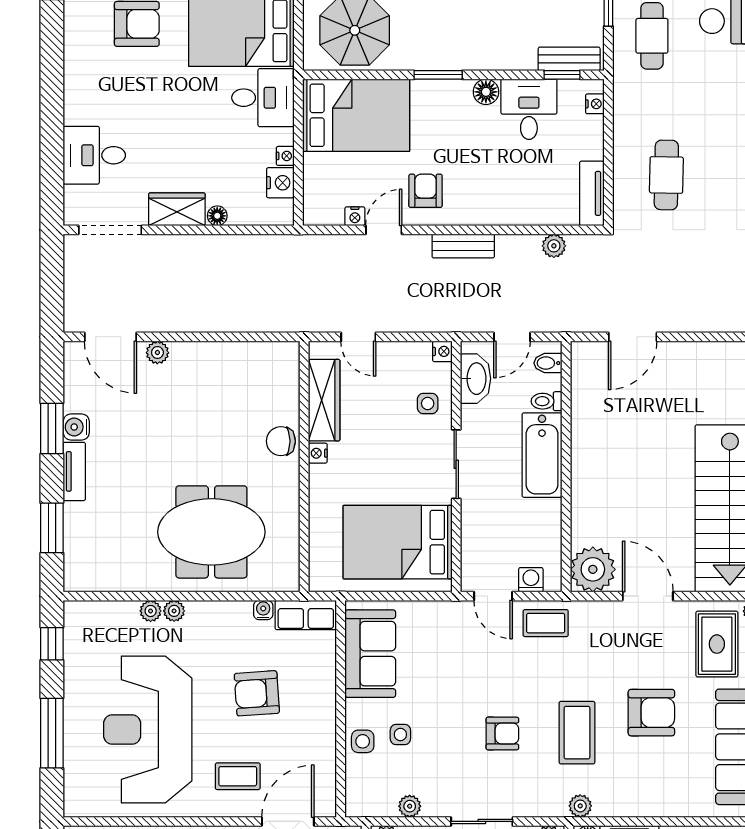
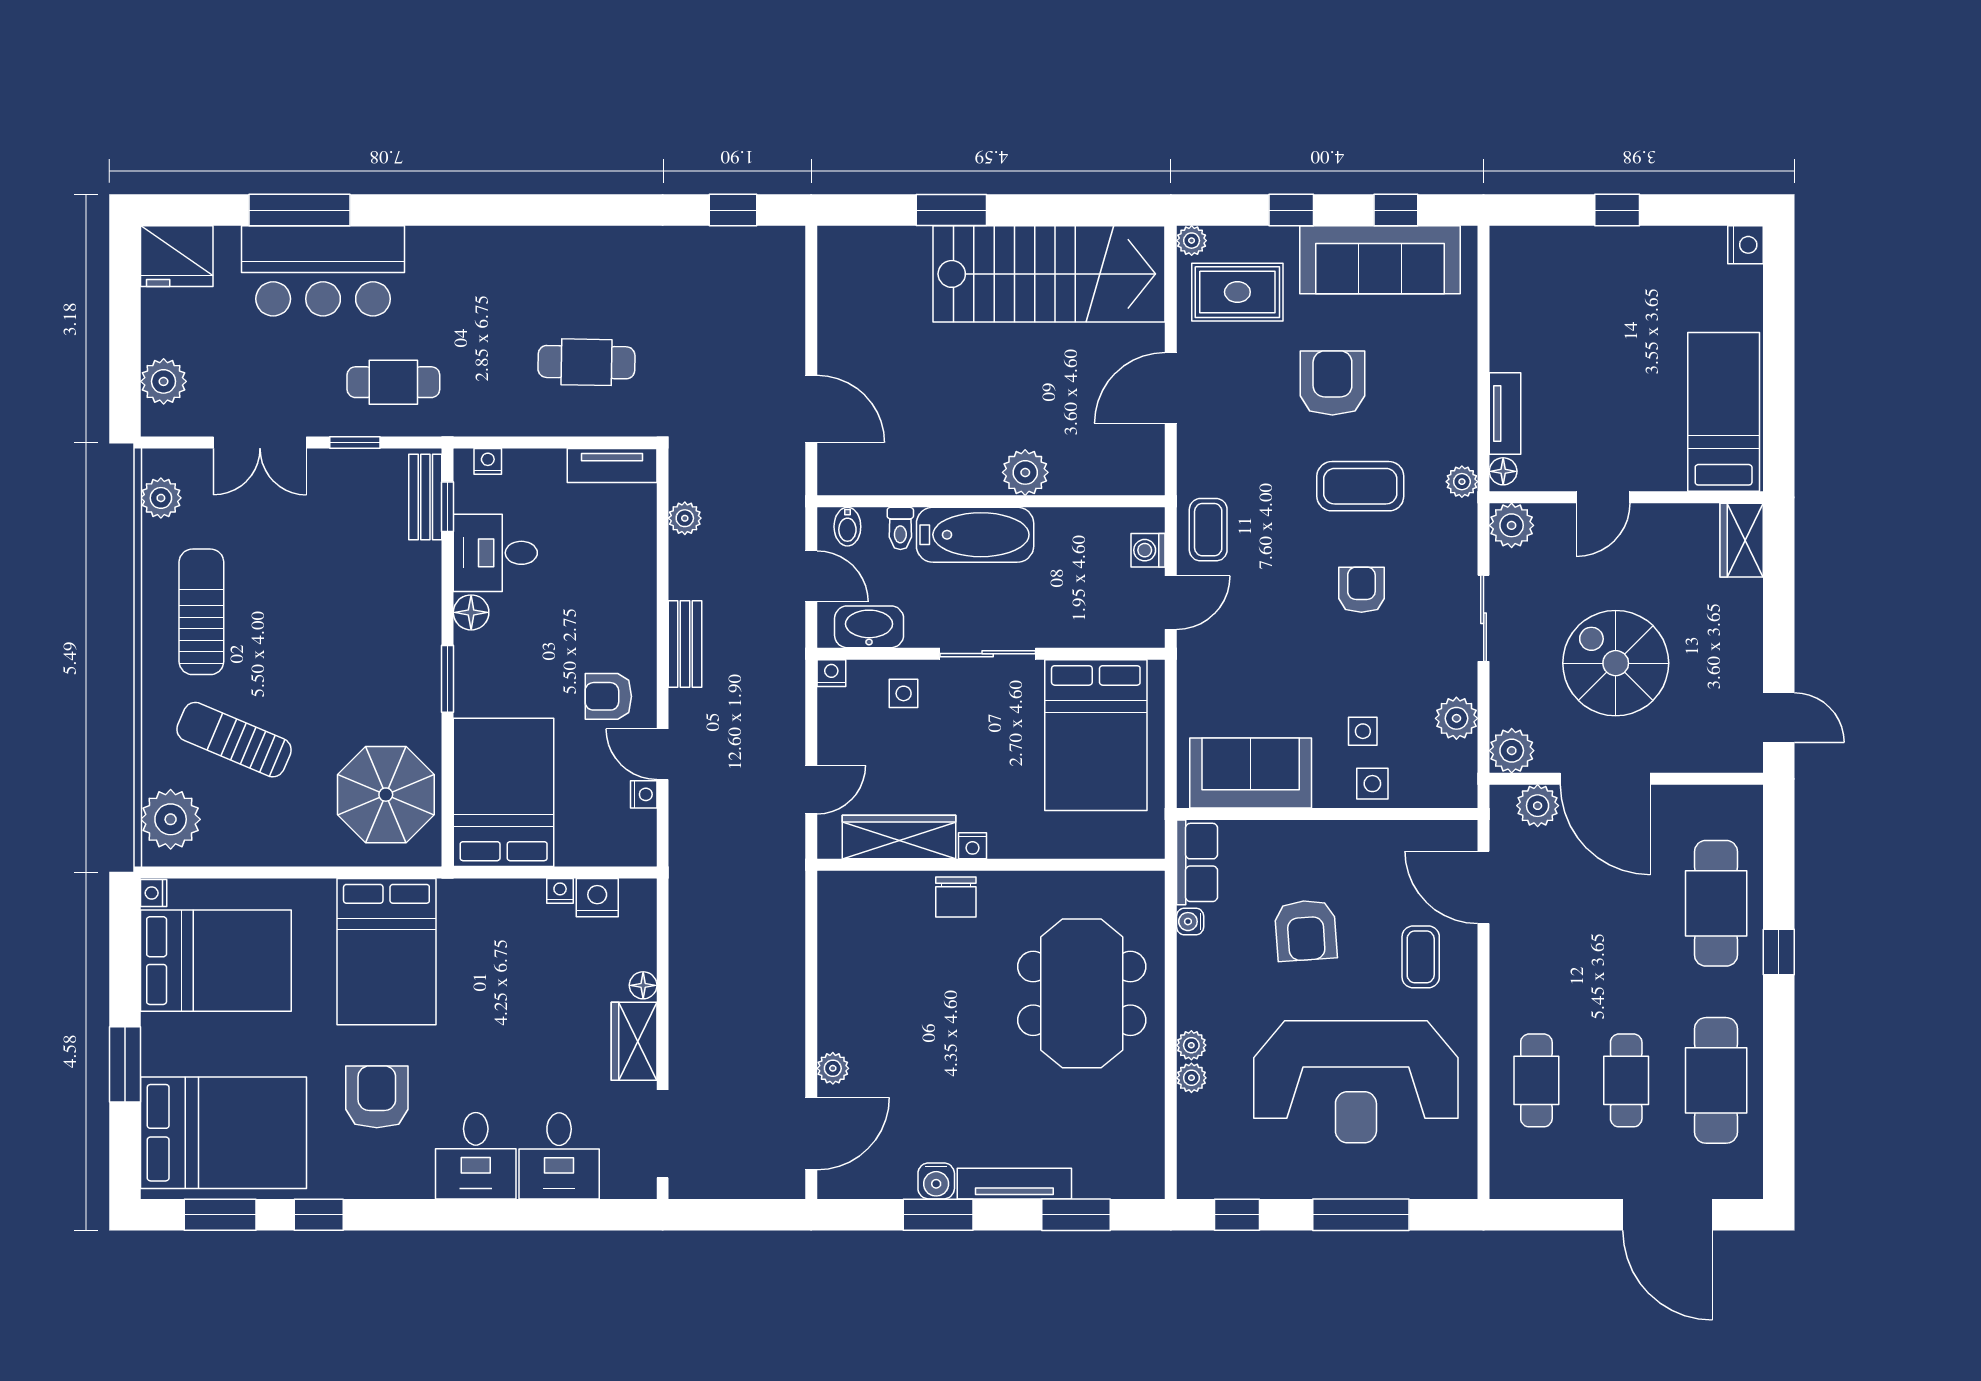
desk: (263, 98) -> (476, 1156), moved, turned 180
tv unit: (74, 471) -> (1014, 1184), width x1.41
plant: (593, 569) -> (1025, 472), moved, width x0.73, depth x0.73
plant: (410, 806) -> (1456, 718), width x1.38, depth x1.38

